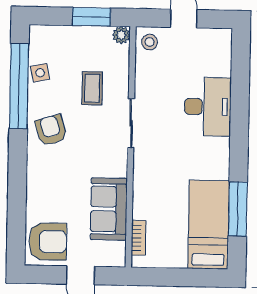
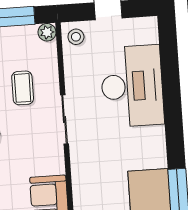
desk: (208, 107) -> (132, 86), width x1.36, depth x1.30

